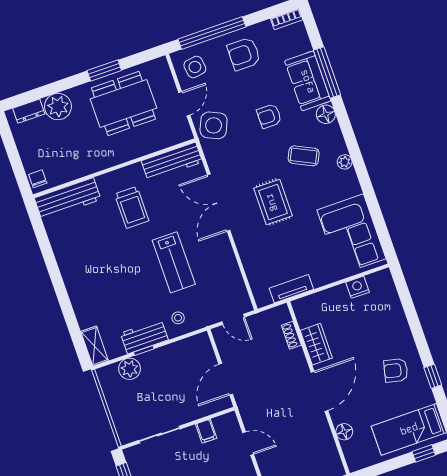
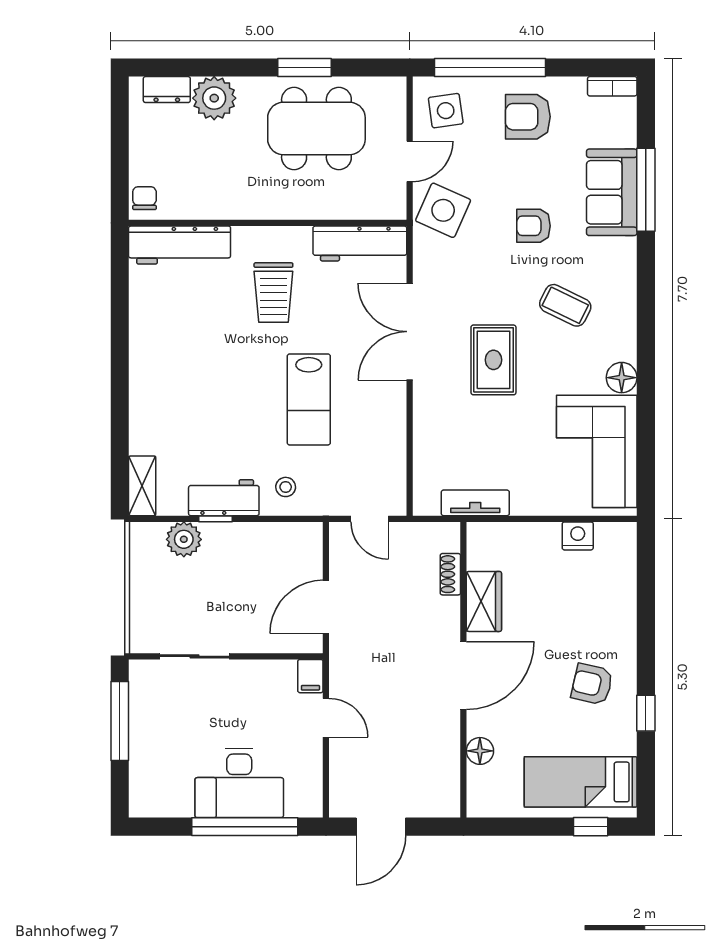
floor lamp: (326, 114) -> (622, 378), moved
plant: (345, 162) -> (625, 337), removed
filing cabinet: (206, 431) -> (310, 676), moved

